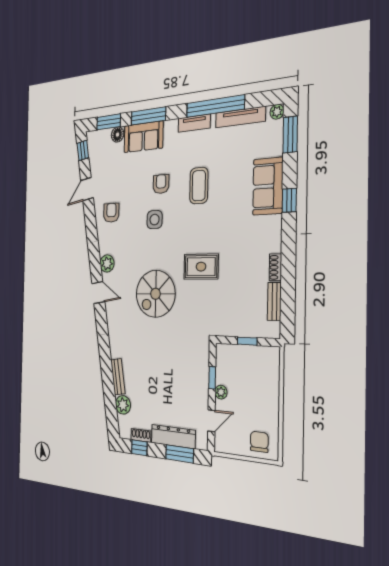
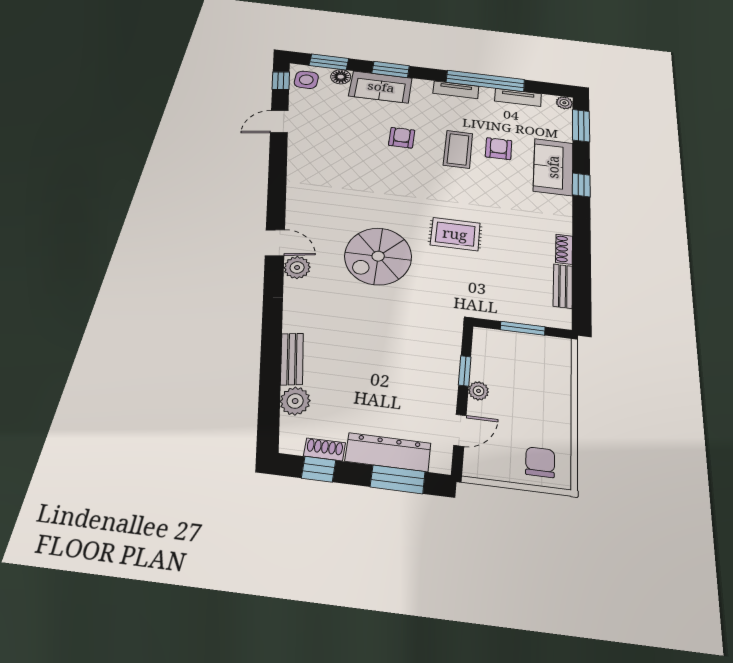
window: (148, 116) -> (391, 69), width x0.69
tv unit: (240, 117) -> (518, 97), width x0.71
armchair: (111, 213) -> (499, 149), moved
side table: (155, 220) -> (306, 80), moved
plant: (107, 263) -> (297, 268), moved
window: (247, 341) -> (523, 328), width x1.50

